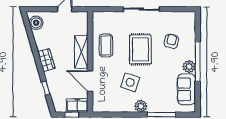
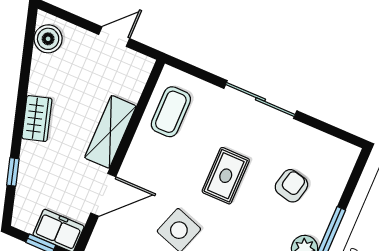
coffee table: (106, 46) -> (171, 112), moved
rug: (140, 49) -> (226, 176), width x0.73, depth x0.70
door: (90, 81) -> (103, 195), swing flipped

